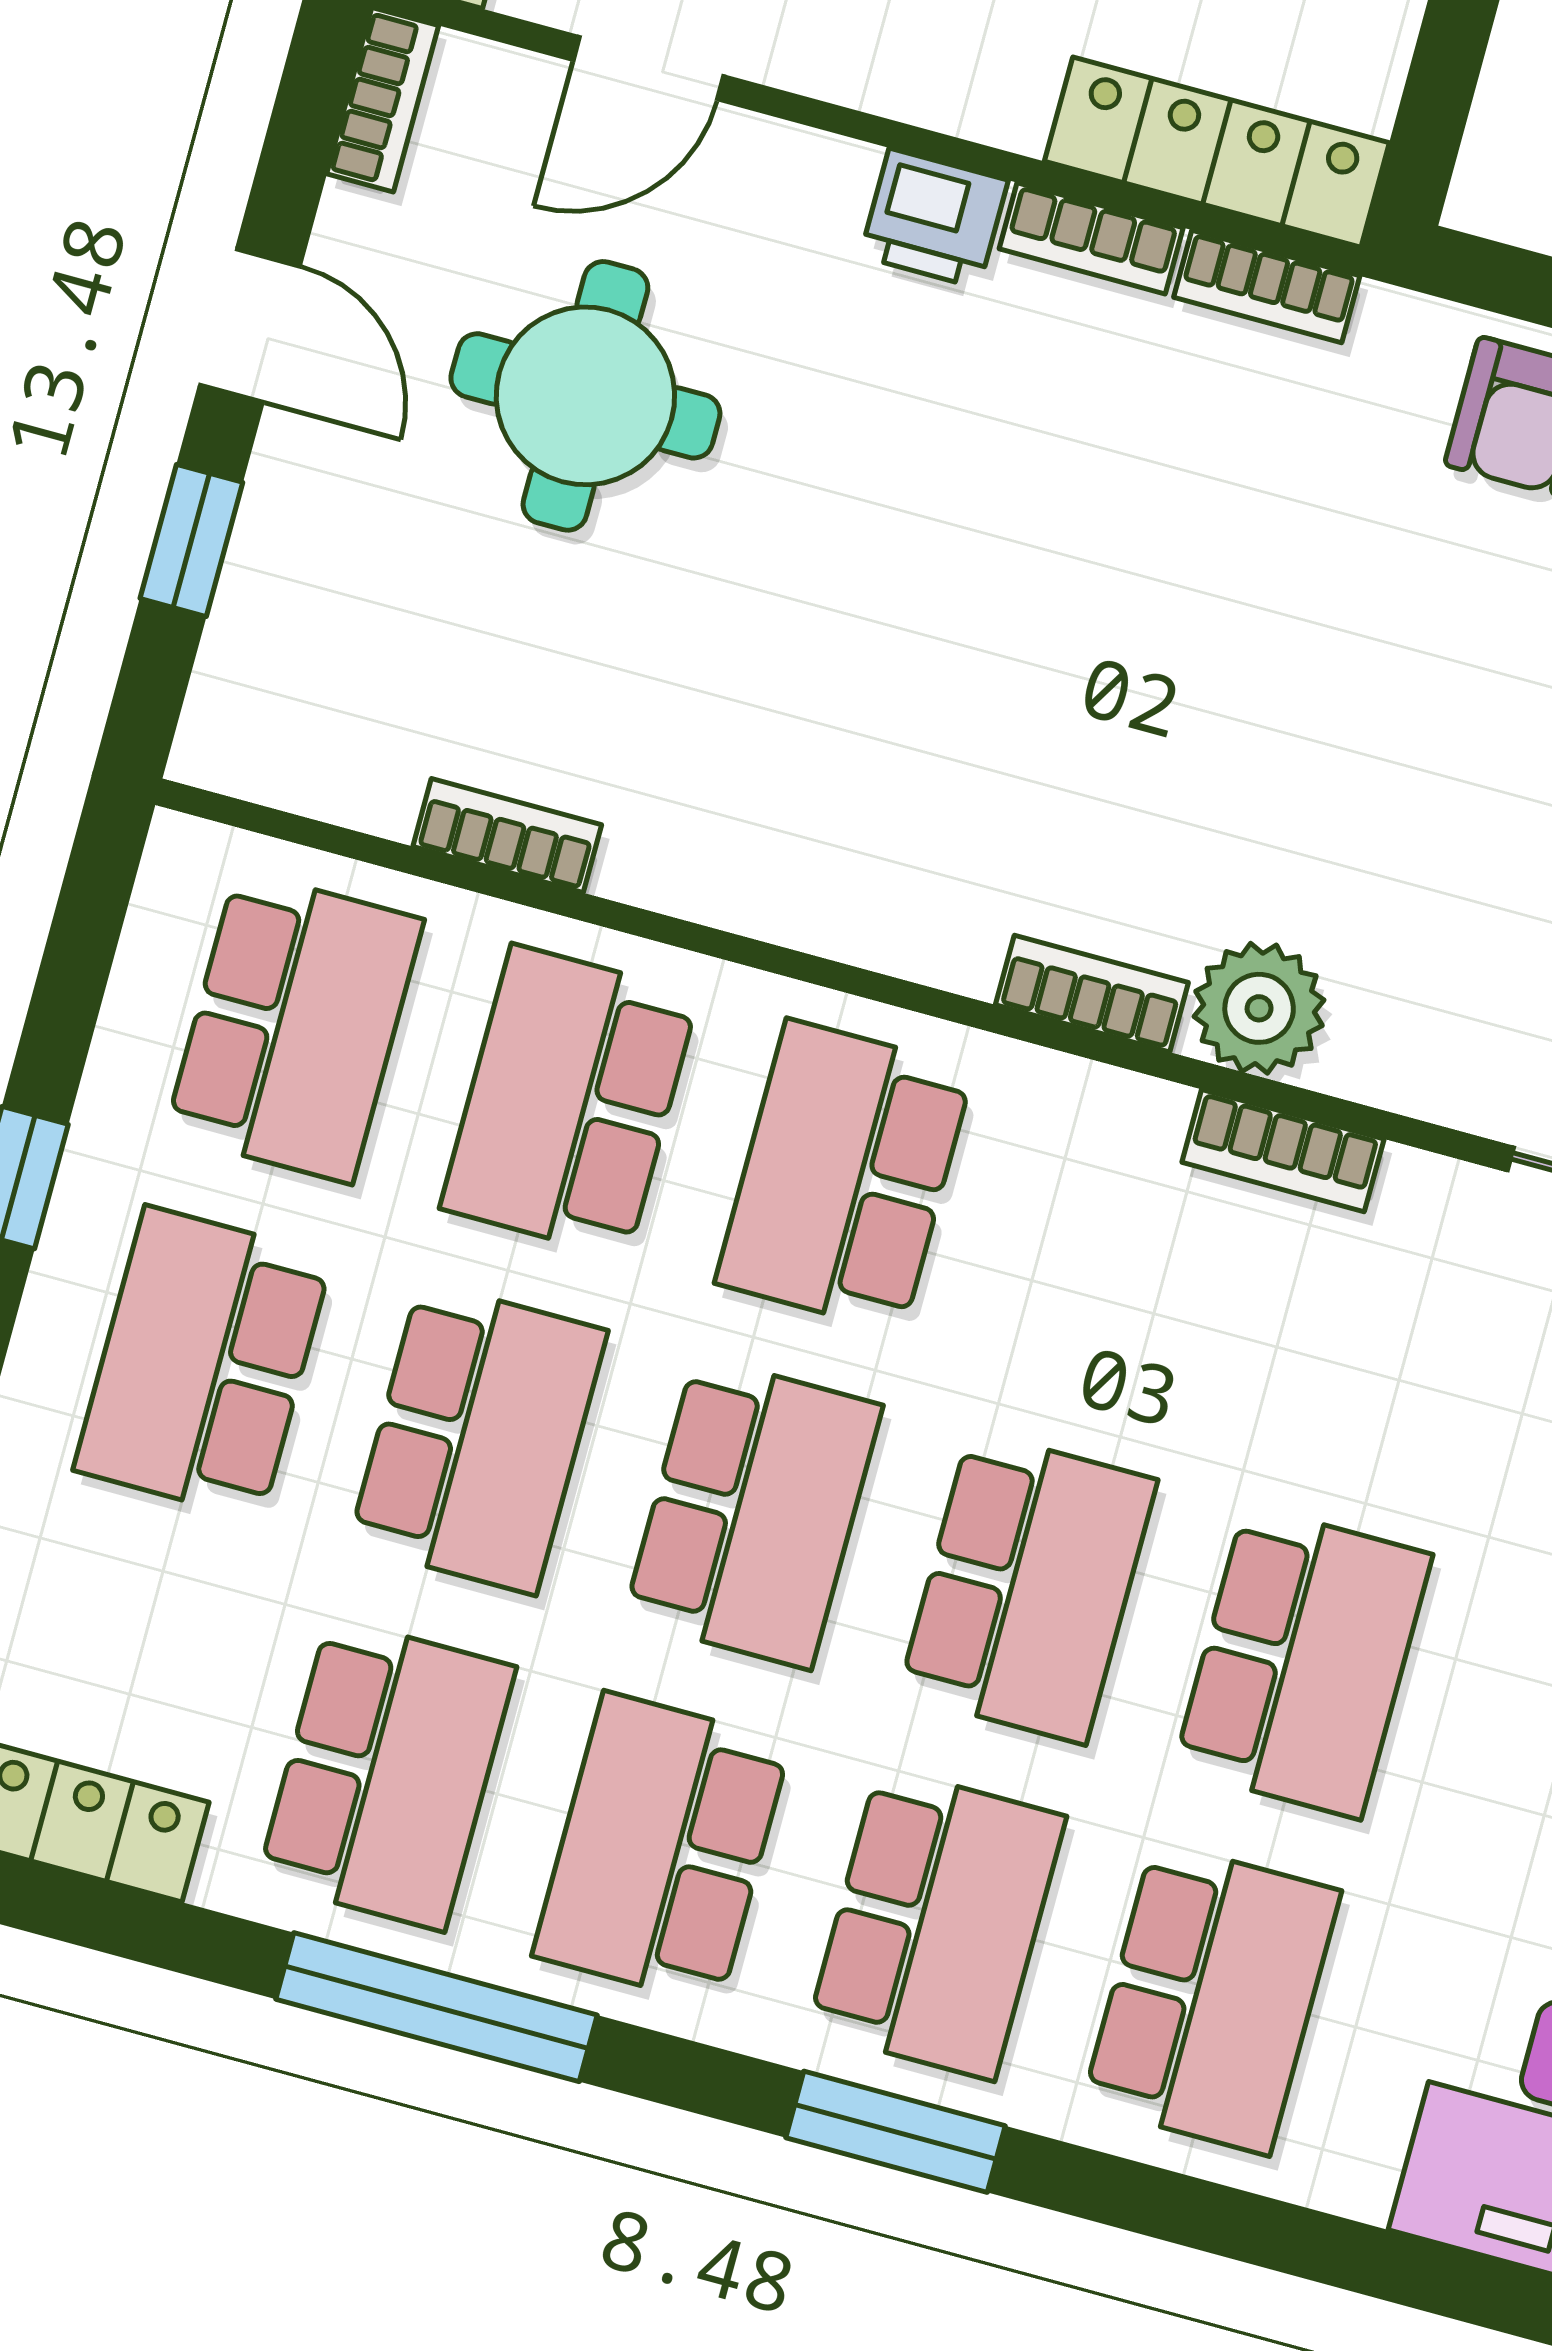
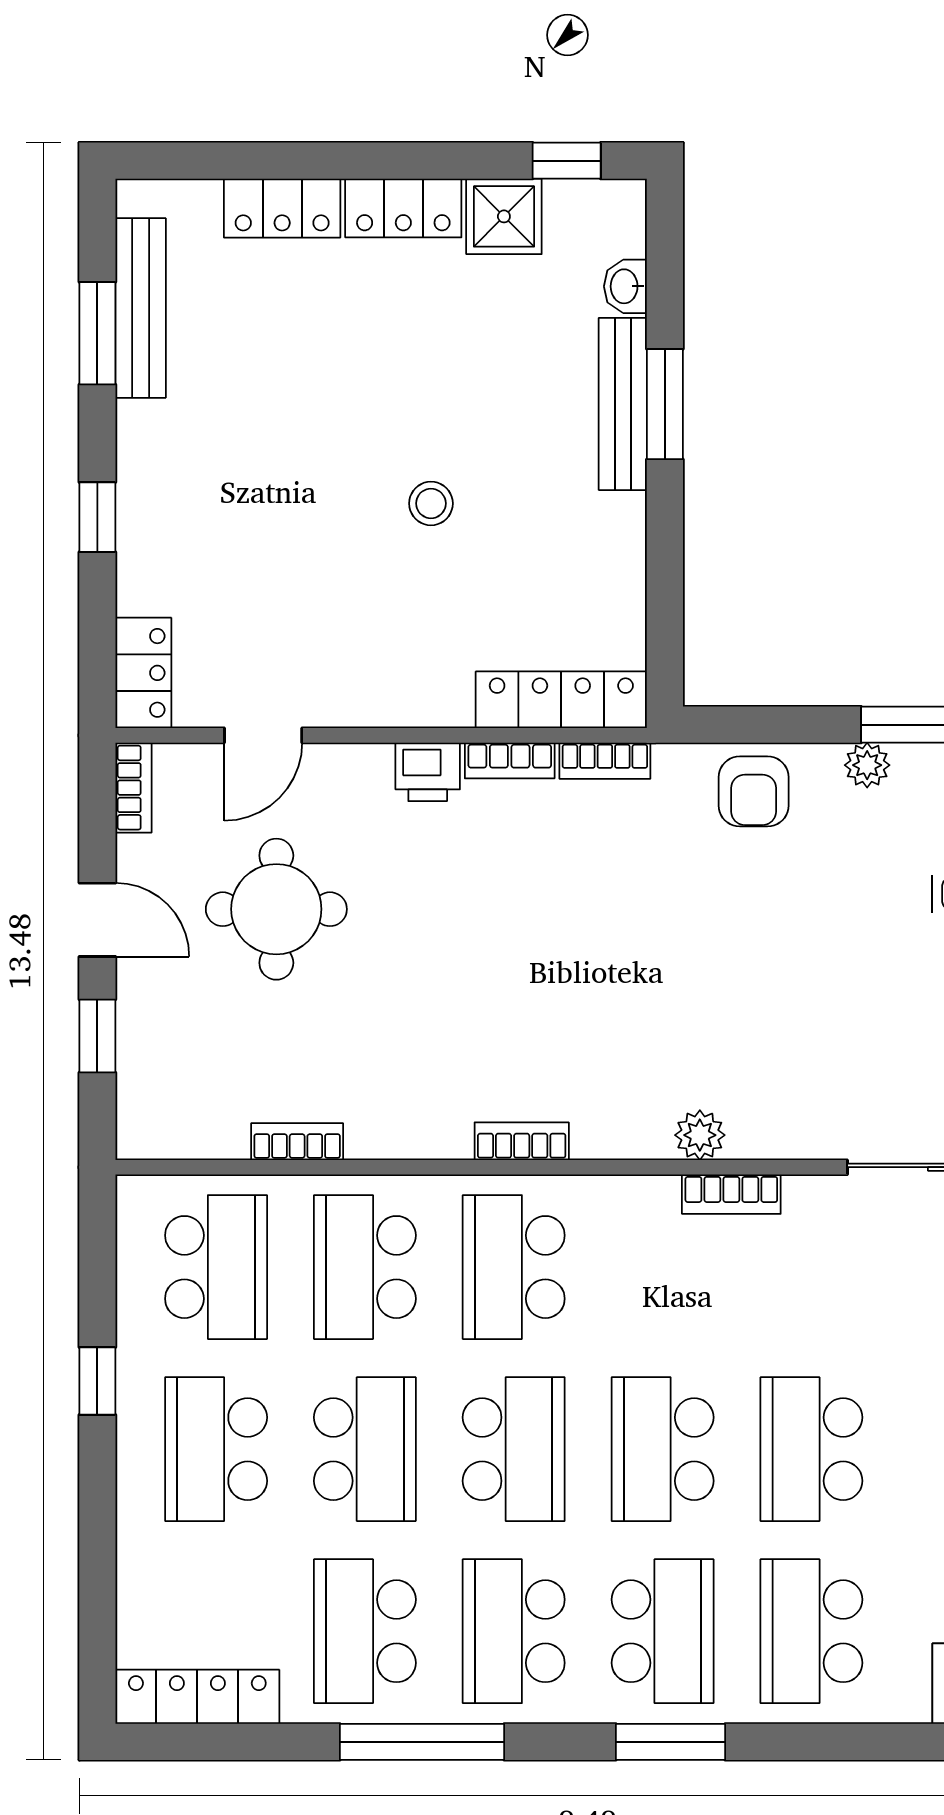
bookcase: (1092, 994) -> (522, 1141), moved
plant: (1259, 1008) -> (700, 1135), width x0.73, depth x0.73
school desk: (1028, 1587) -> (663, 1449), turned 180
school desk: (1303, 1662) -> (811, 1449), turned 180
school desk: (387, 1774) -> (365, 1631), turned 180
school desk: (1211, 1998) -> (811, 1631), turned 180

